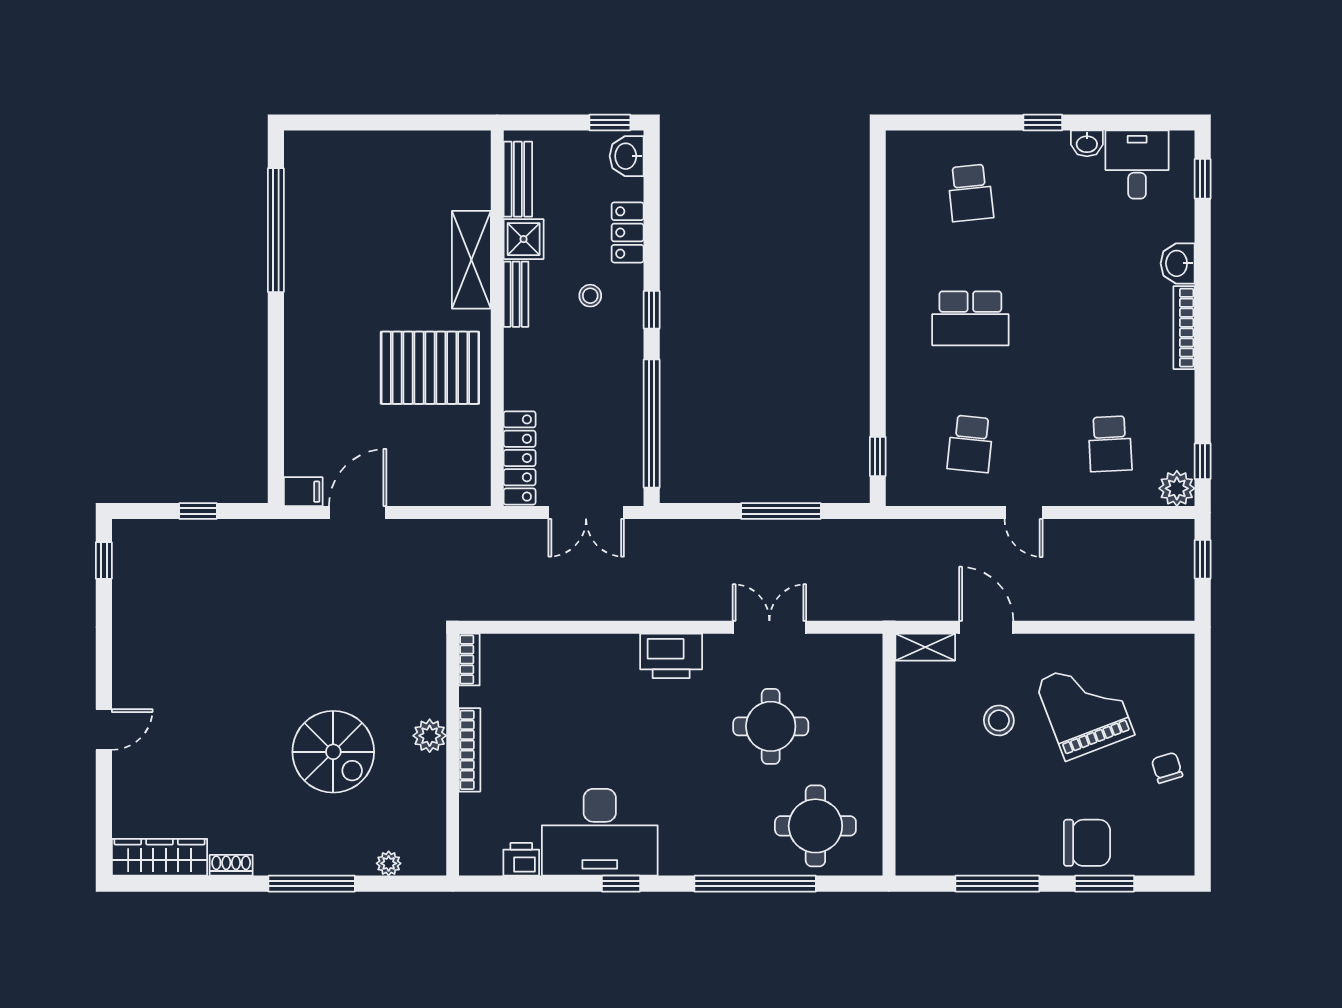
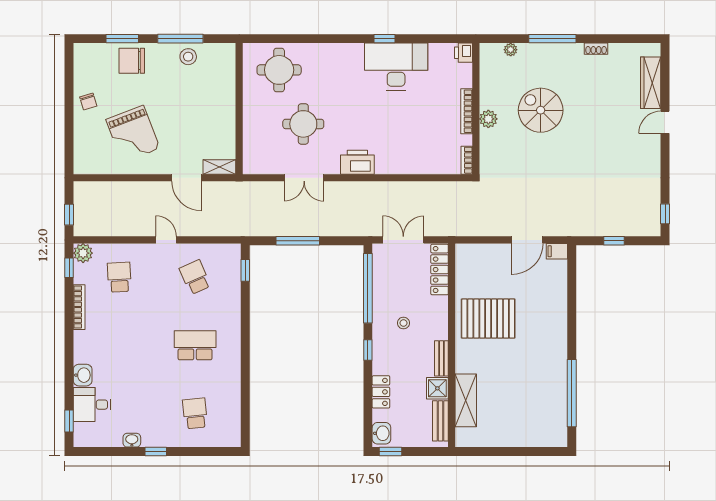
desk: (1137, 165) -> (92, 405), moved, turned 90
shelving: (471, 260) -> (466, 400), moved
stool: (590, 296) -> (403, 323), moved
bookcase: (1184, 328) -> (79, 307), moved
school desk: (970, 444) -> (195, 277), turned -30
stool: (999, 720) -> (188, 57), moved
wardrobe: (160, 857) -> (651, 83), moved, turned 90
printer: (521, 859) -> (464, 53), moved, turned 90
window: (755, 884) -> (312, 39), removed

